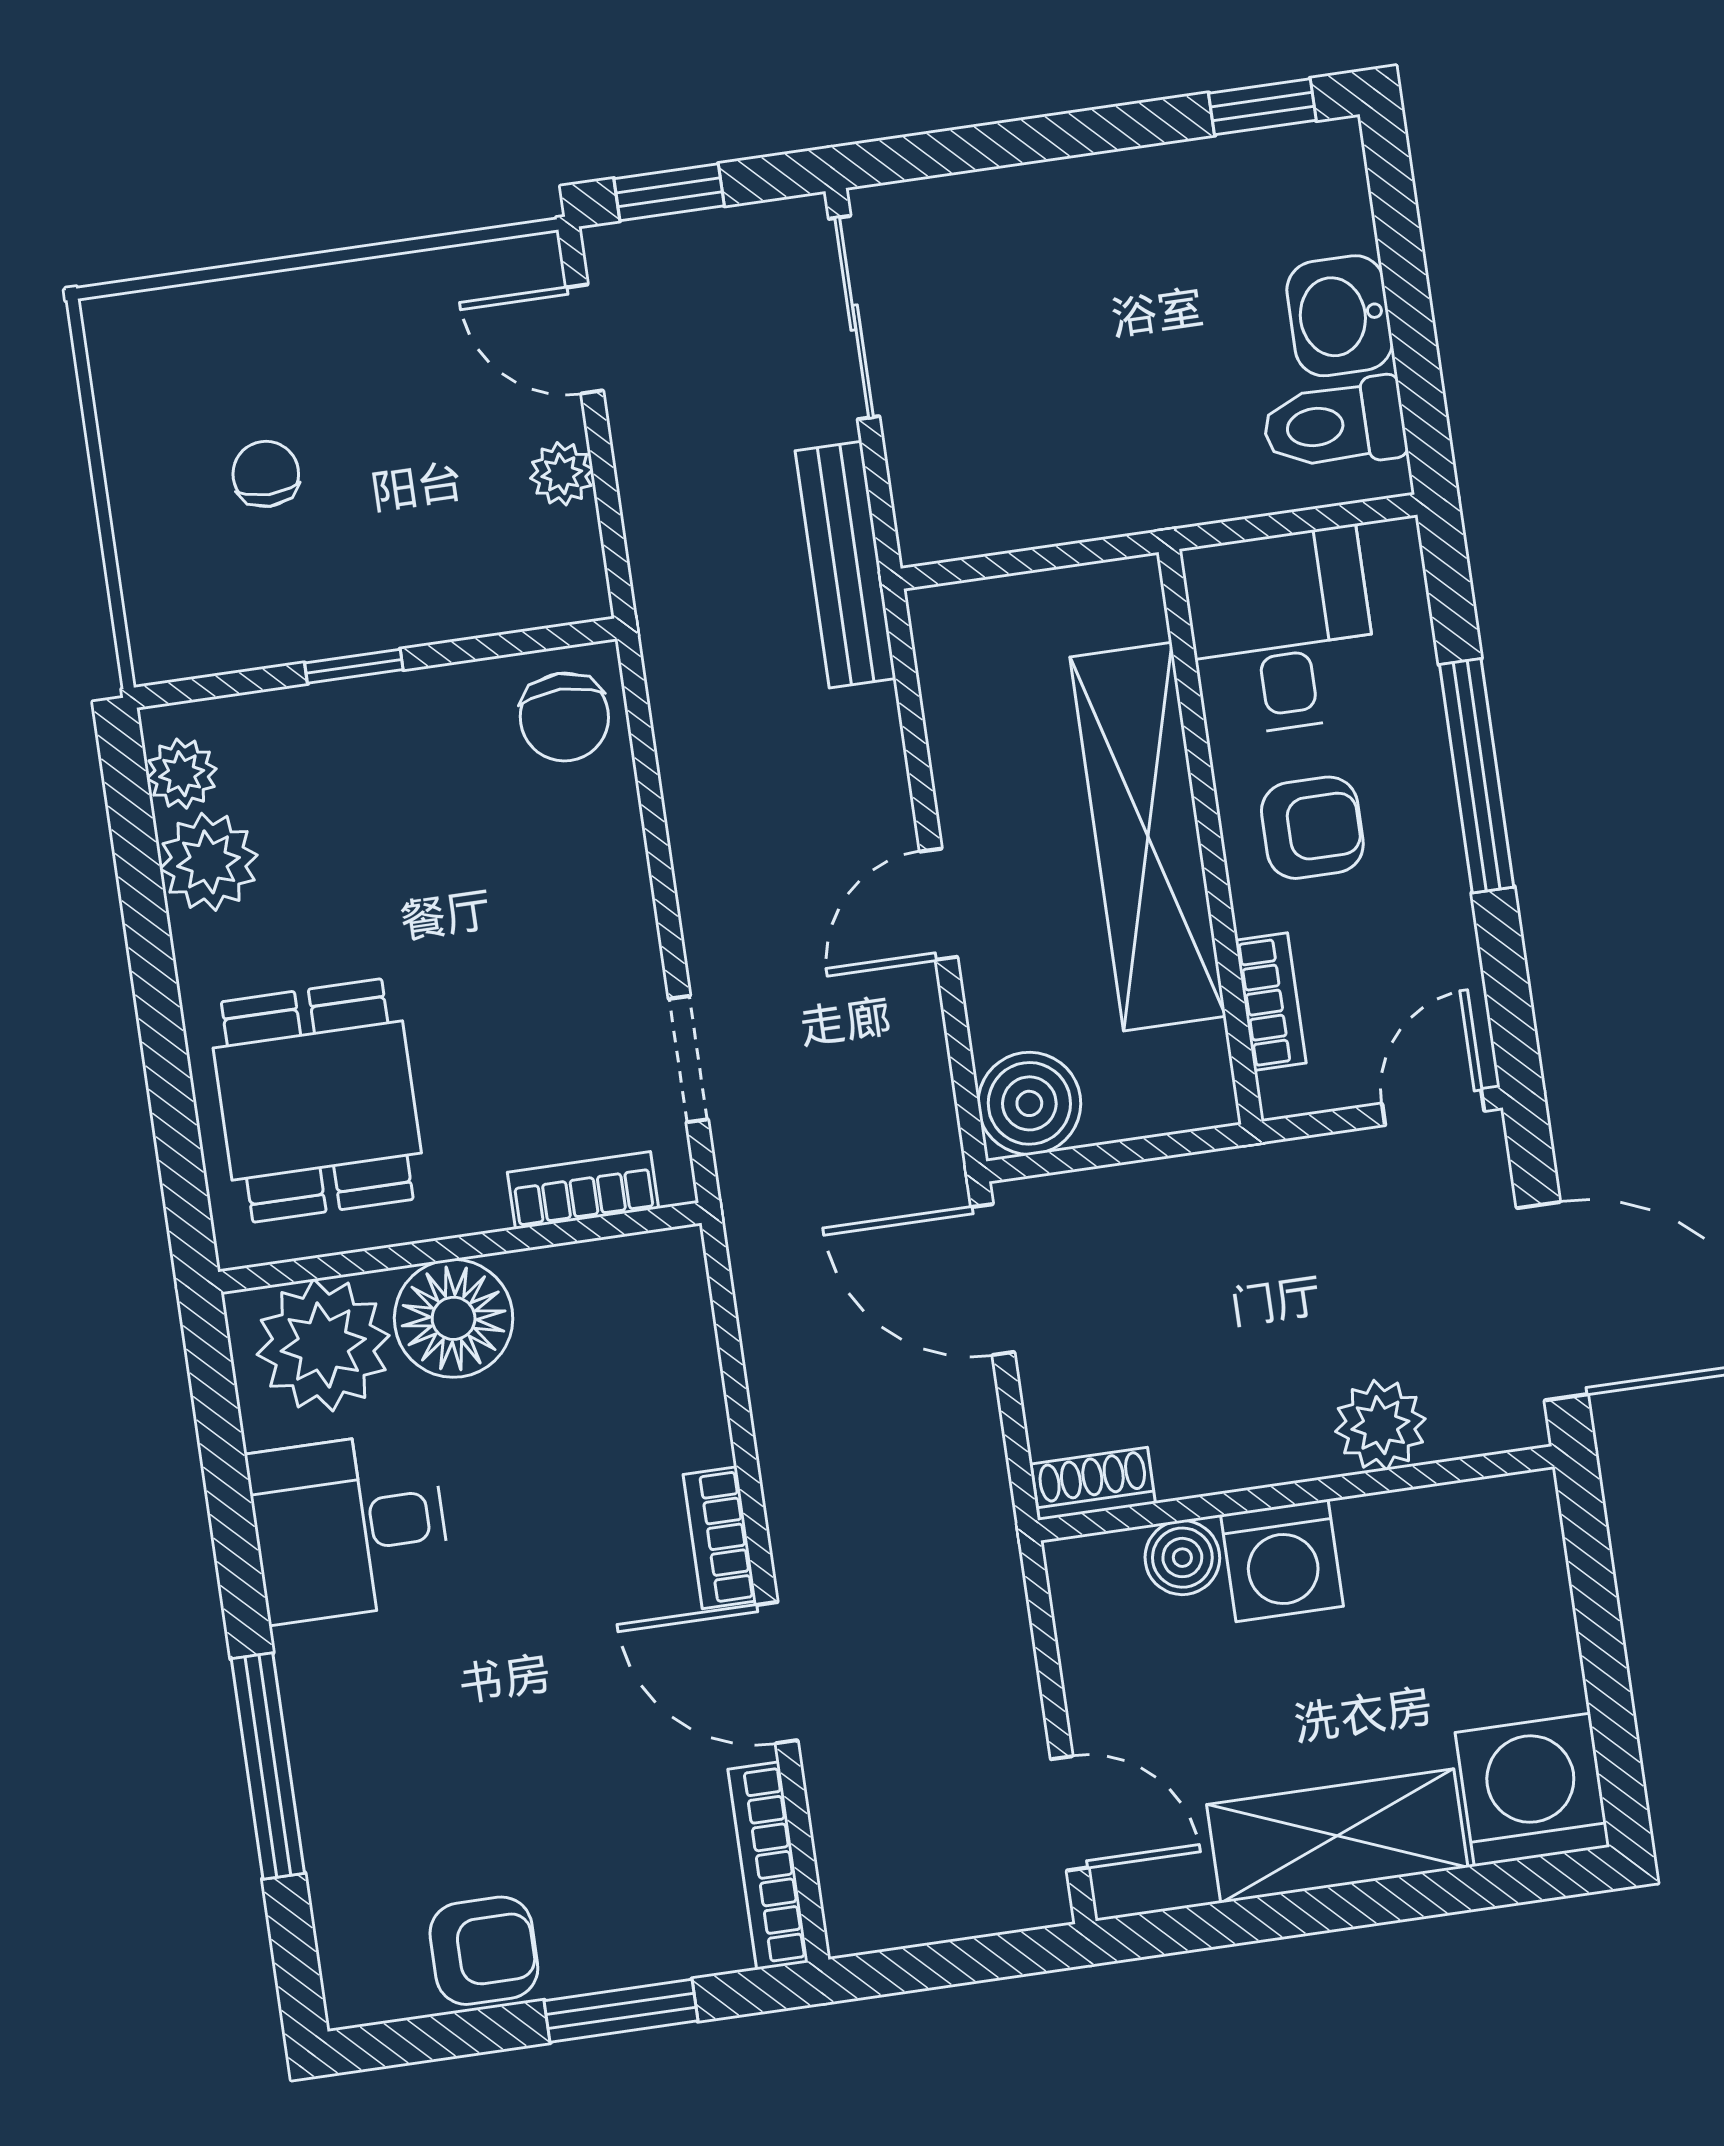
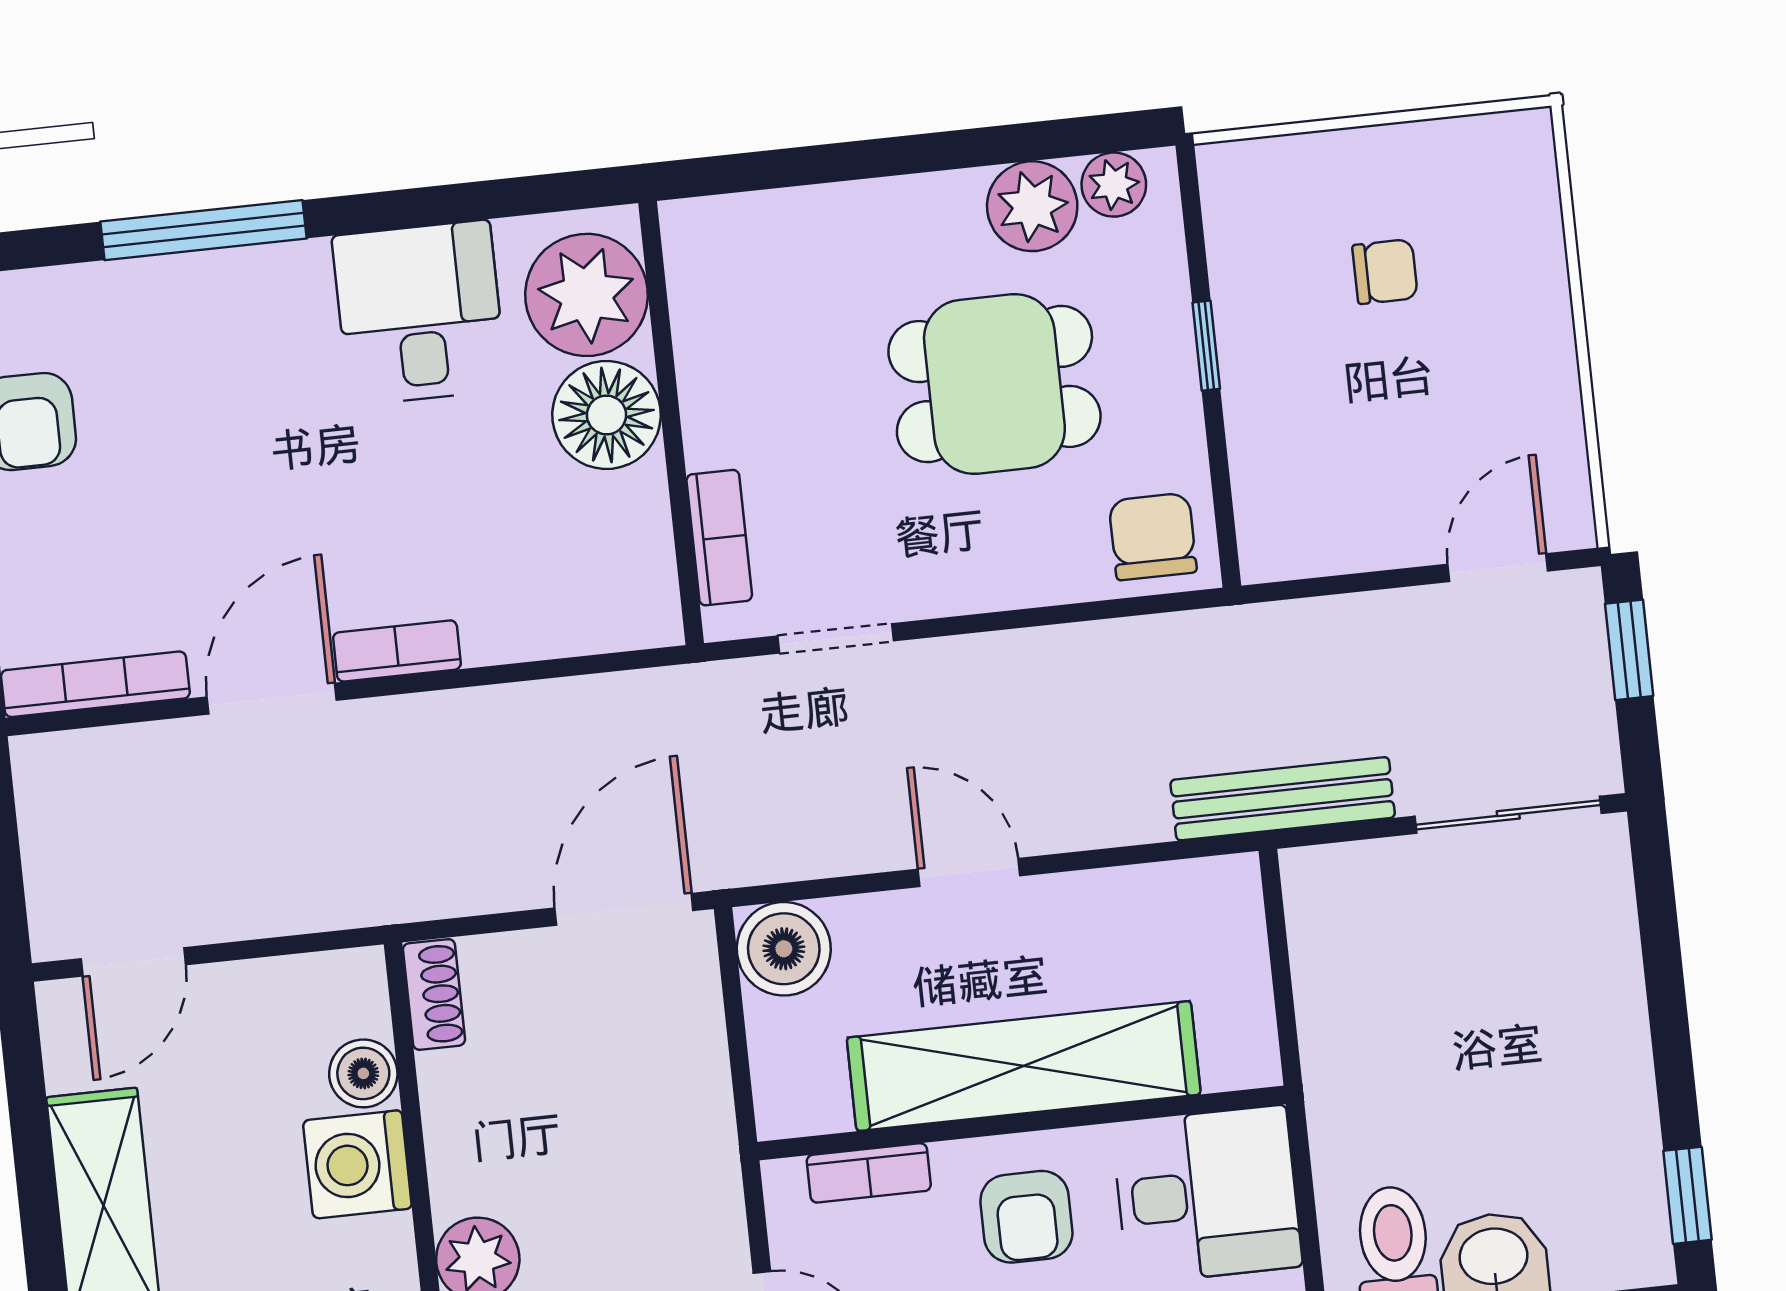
plant: (562, 474) -> (1375, 542), removed
chair: (564, 717) -> (1153, 536), turned 90
dining table: (317, 1101) -> (994, 384), moved

